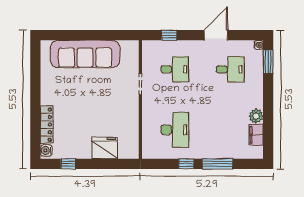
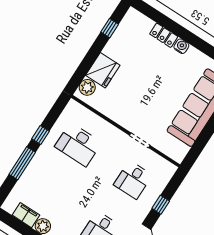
window: (169, 35) -> (161, 205), moved
locker: (47, 125) -> (164, 35), width x0.66
water cooler: (46, 150) -> (181, 46), moved
plant: (126, 151) -> (87, 87), added

